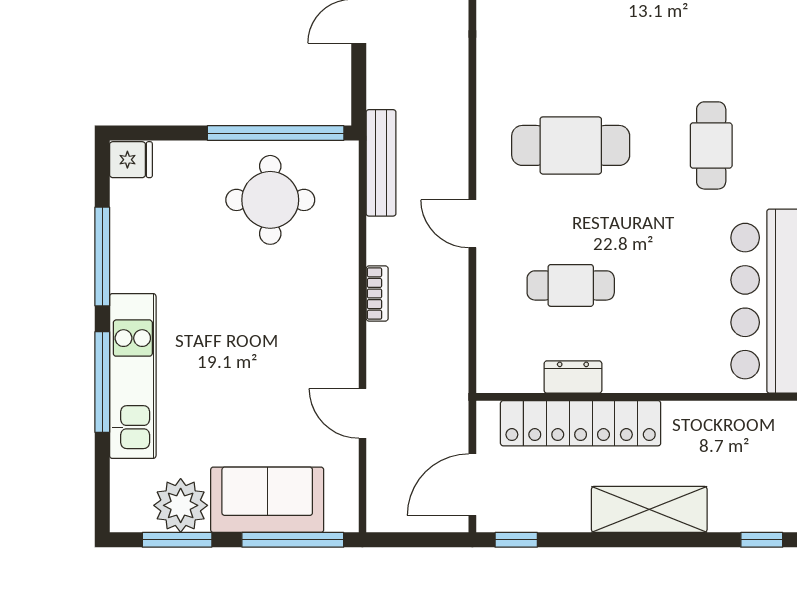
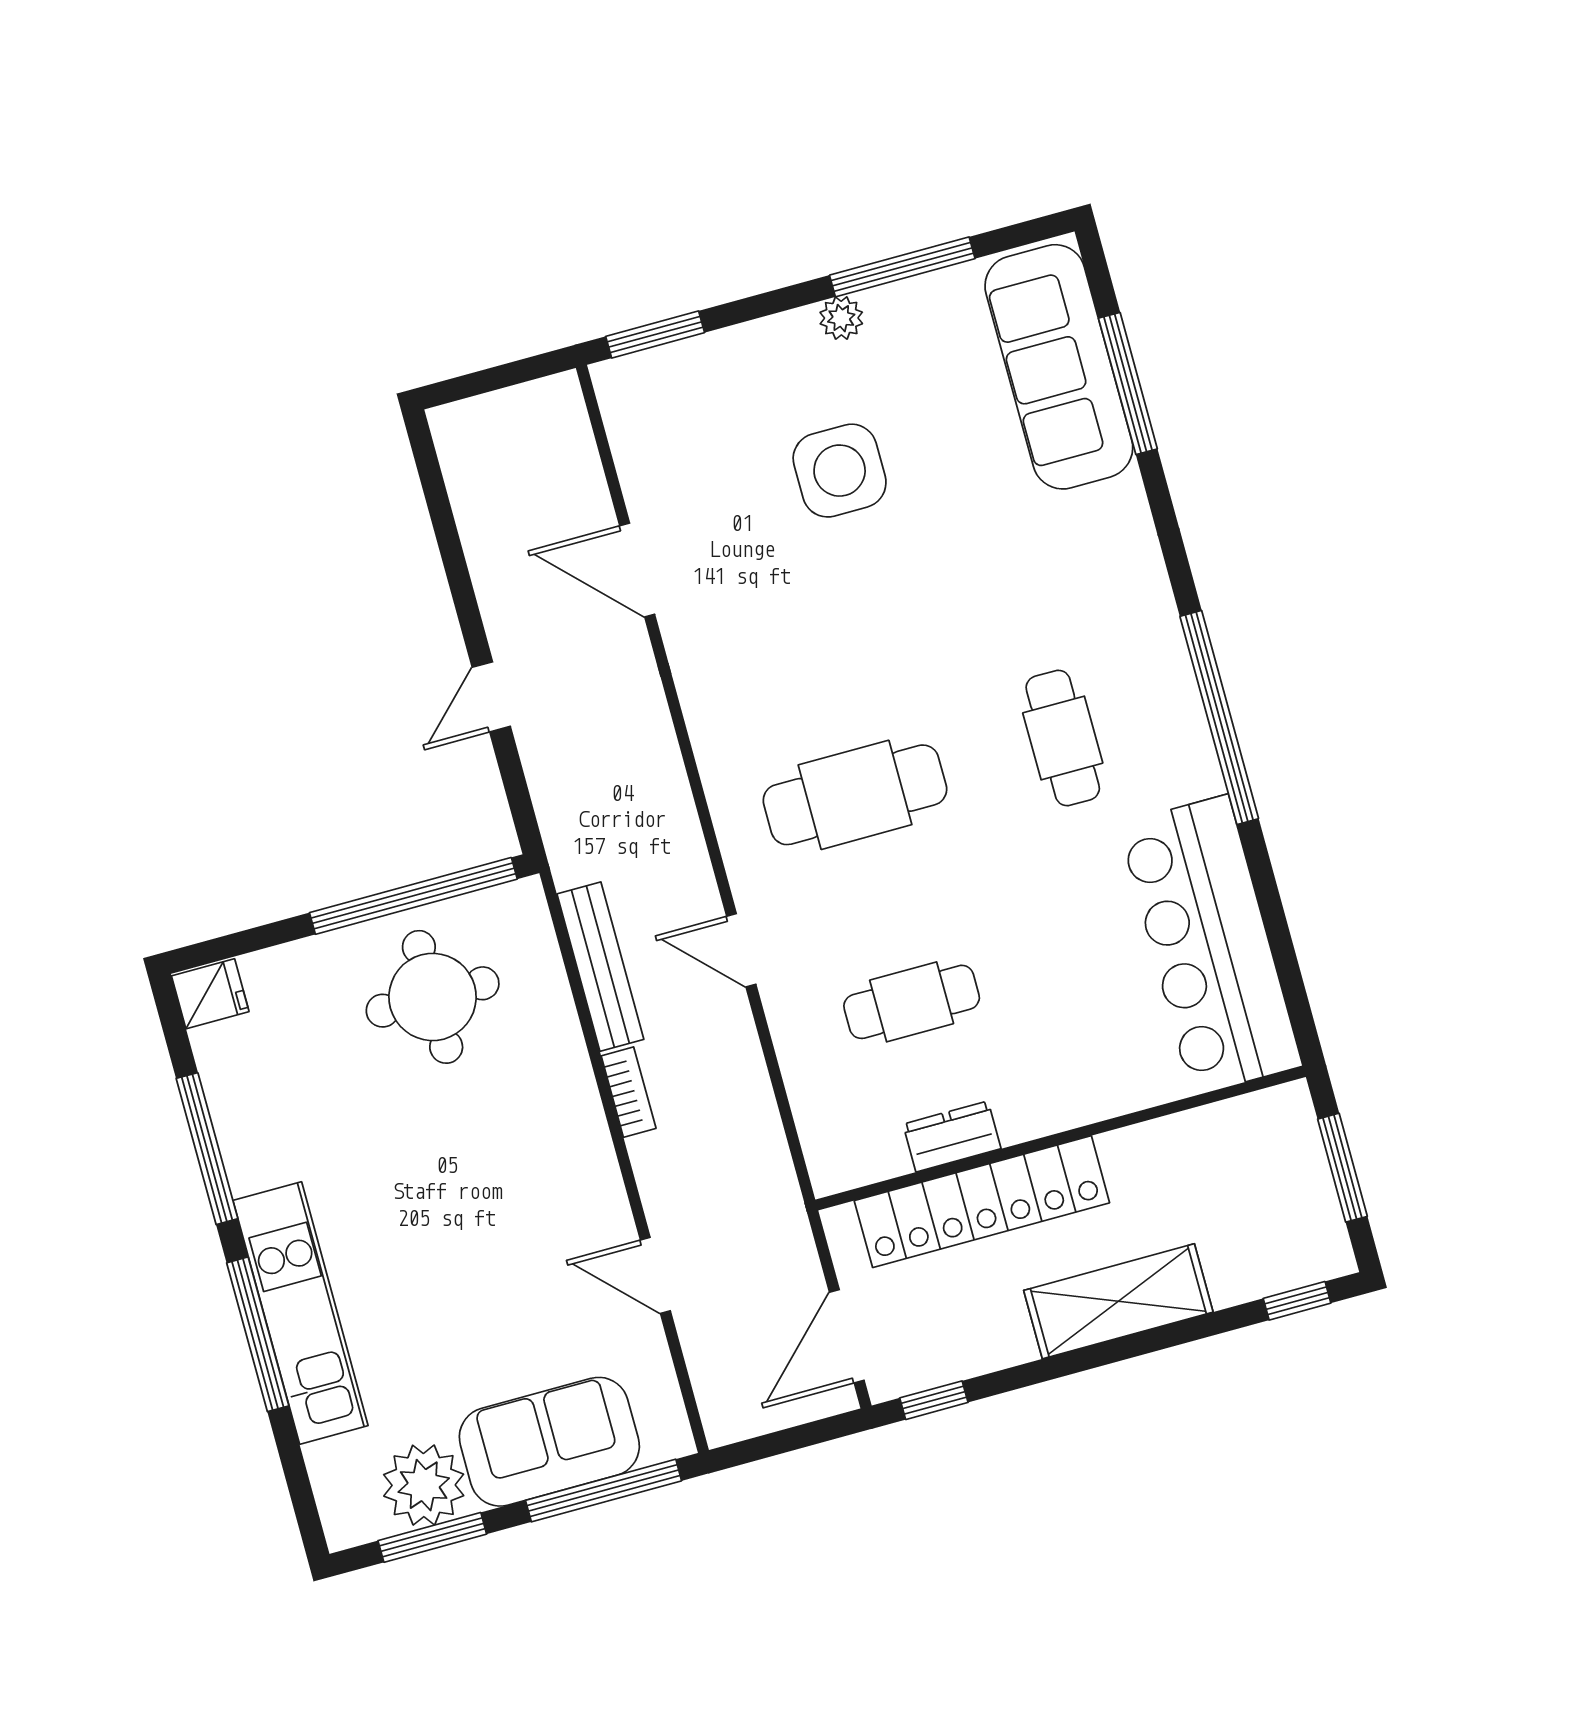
bench: (381, 163) -> (600, 967), moved

